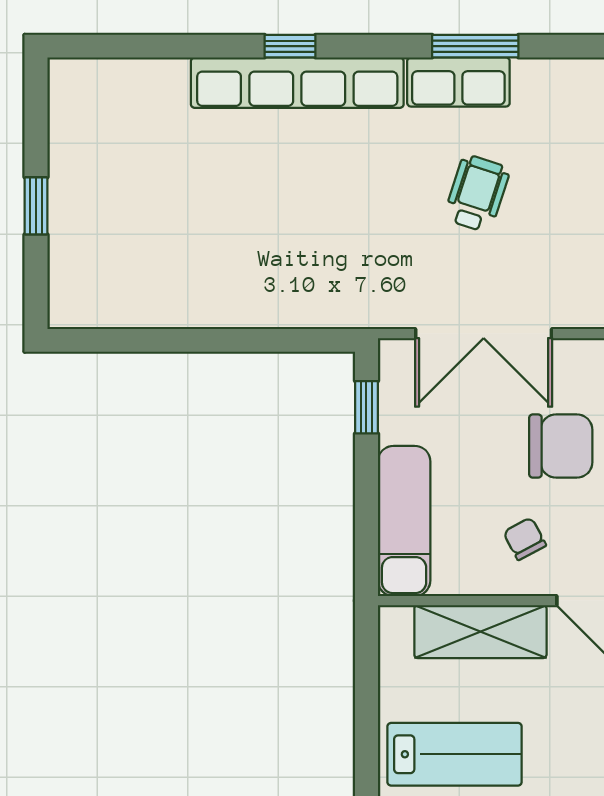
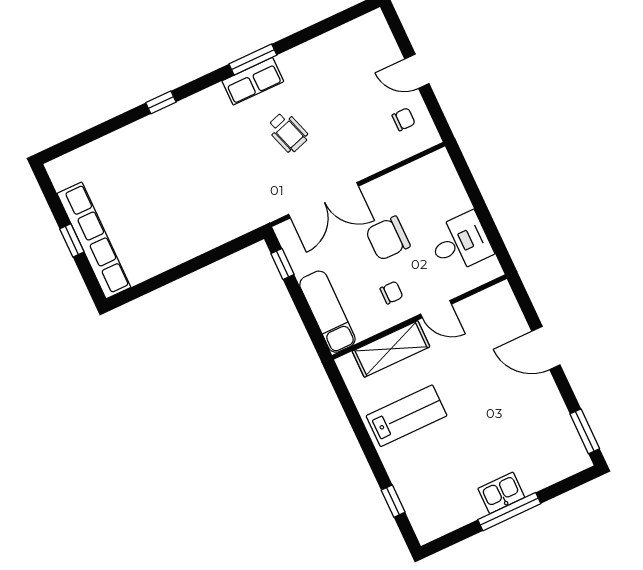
row of seats: (297, 83) -> (94, 240), moved, turned -90
wheelchair: (477, 193) -> (288, 132), turned 144
chair: (561, 446) -> (388, 238), turned 180
chair: (525, 539) -> (391, 293), turned 118

